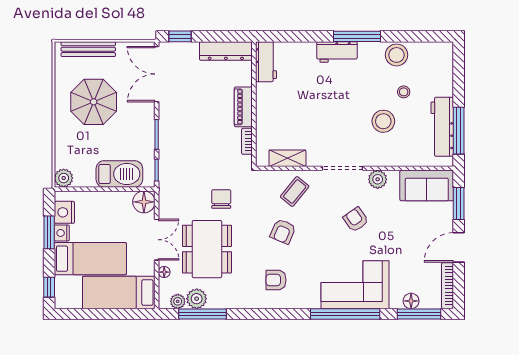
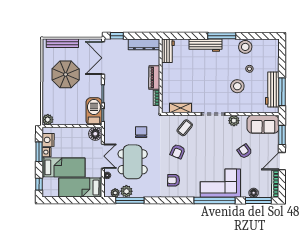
workbench: (337, 52) -> (205, 45), width x1.38
barbecue: (119, 174) -> (94, 111), moved, turned -90
armchair: (356, 220) -> (245, 151), moved

